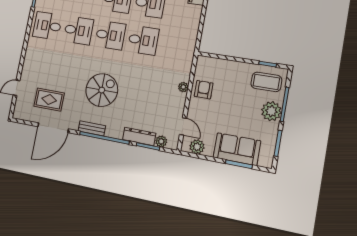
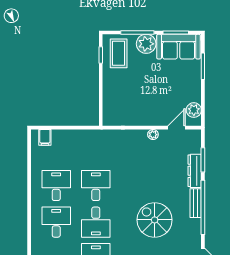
desk: (110, 35) -> (96, 222), turned 180
plant: (183, 87) -> (153, 135), moved
armchair: (204, 90) -> (136, 114), removed
bench: (92, 128) -> (196, 203), moved
plant: (161, 141) -> (195, 147), removed
sofa: (237, 149) -> (179, 47), moved, turned -90

